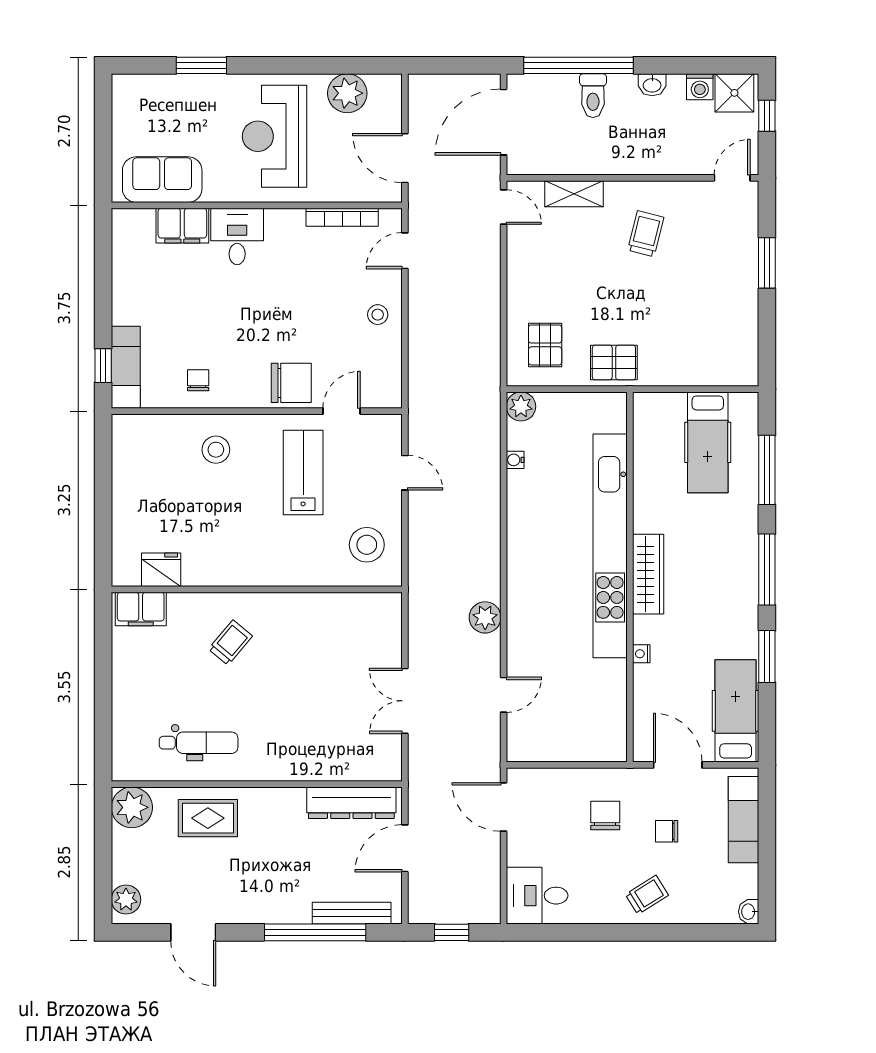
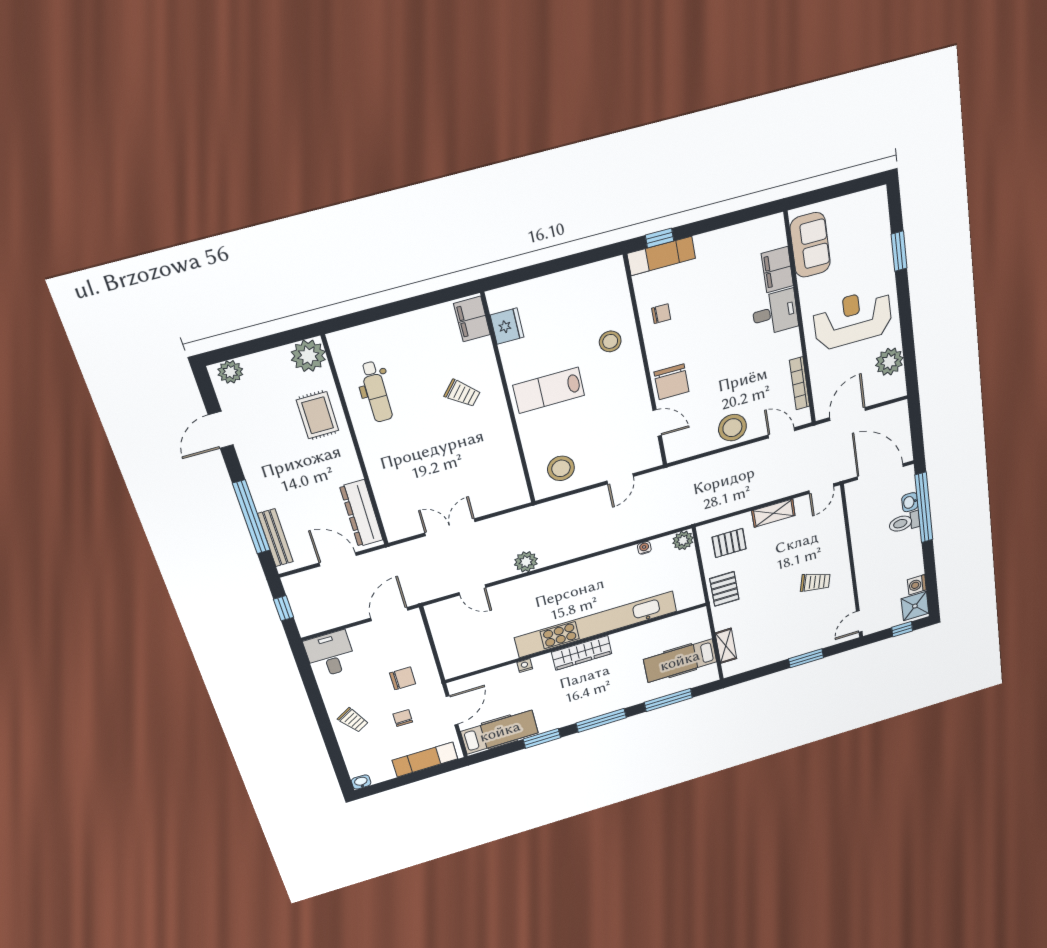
washbasin: (652, 85) -> (910, 502), moved
door: (732, 178) -> (859, 622), swing flipped
shelving: (574, 194) -> (773, 513), moved, turned 90
stool: (378, 315) -> (732, 428), width x1.89, depth x1.89
shelving: (706, 374) -> (726, 646), added
lab bench: (303, 473) -> (549, 390), moved, turned 180

